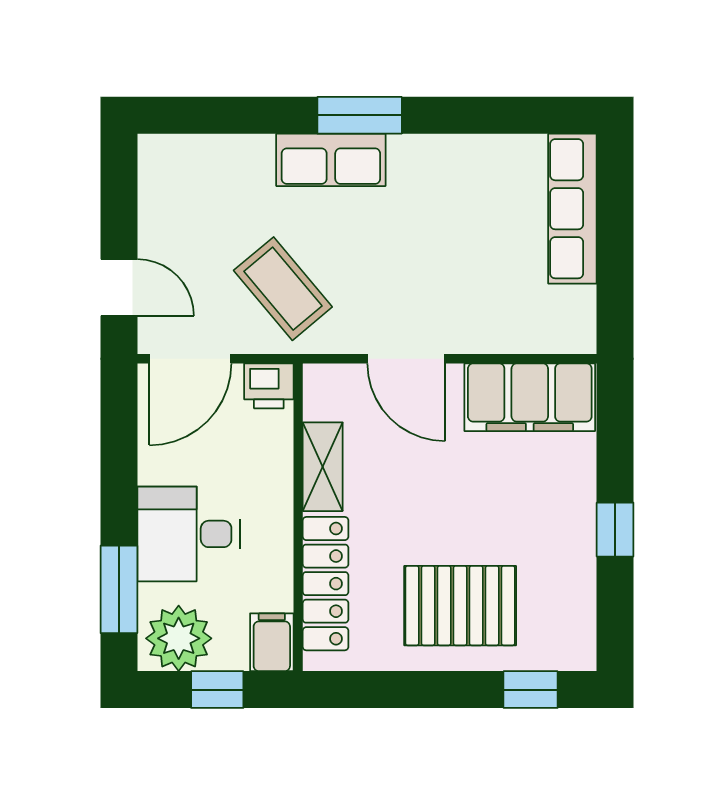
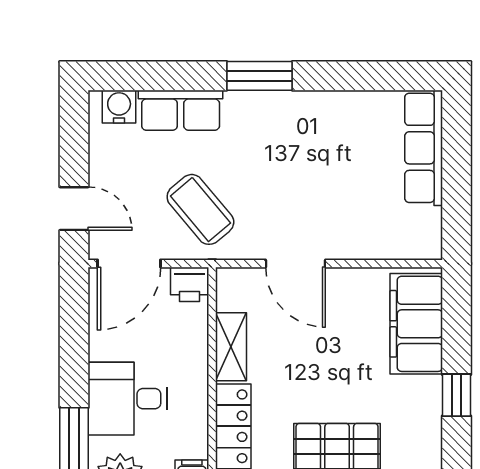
water cooler: (177, 155) -> (119, 107), added
row of seats: (331, 160) -> (181, 110), moved
filing cabinet: (530, 397) -> (416, 324), moved, turned 90

